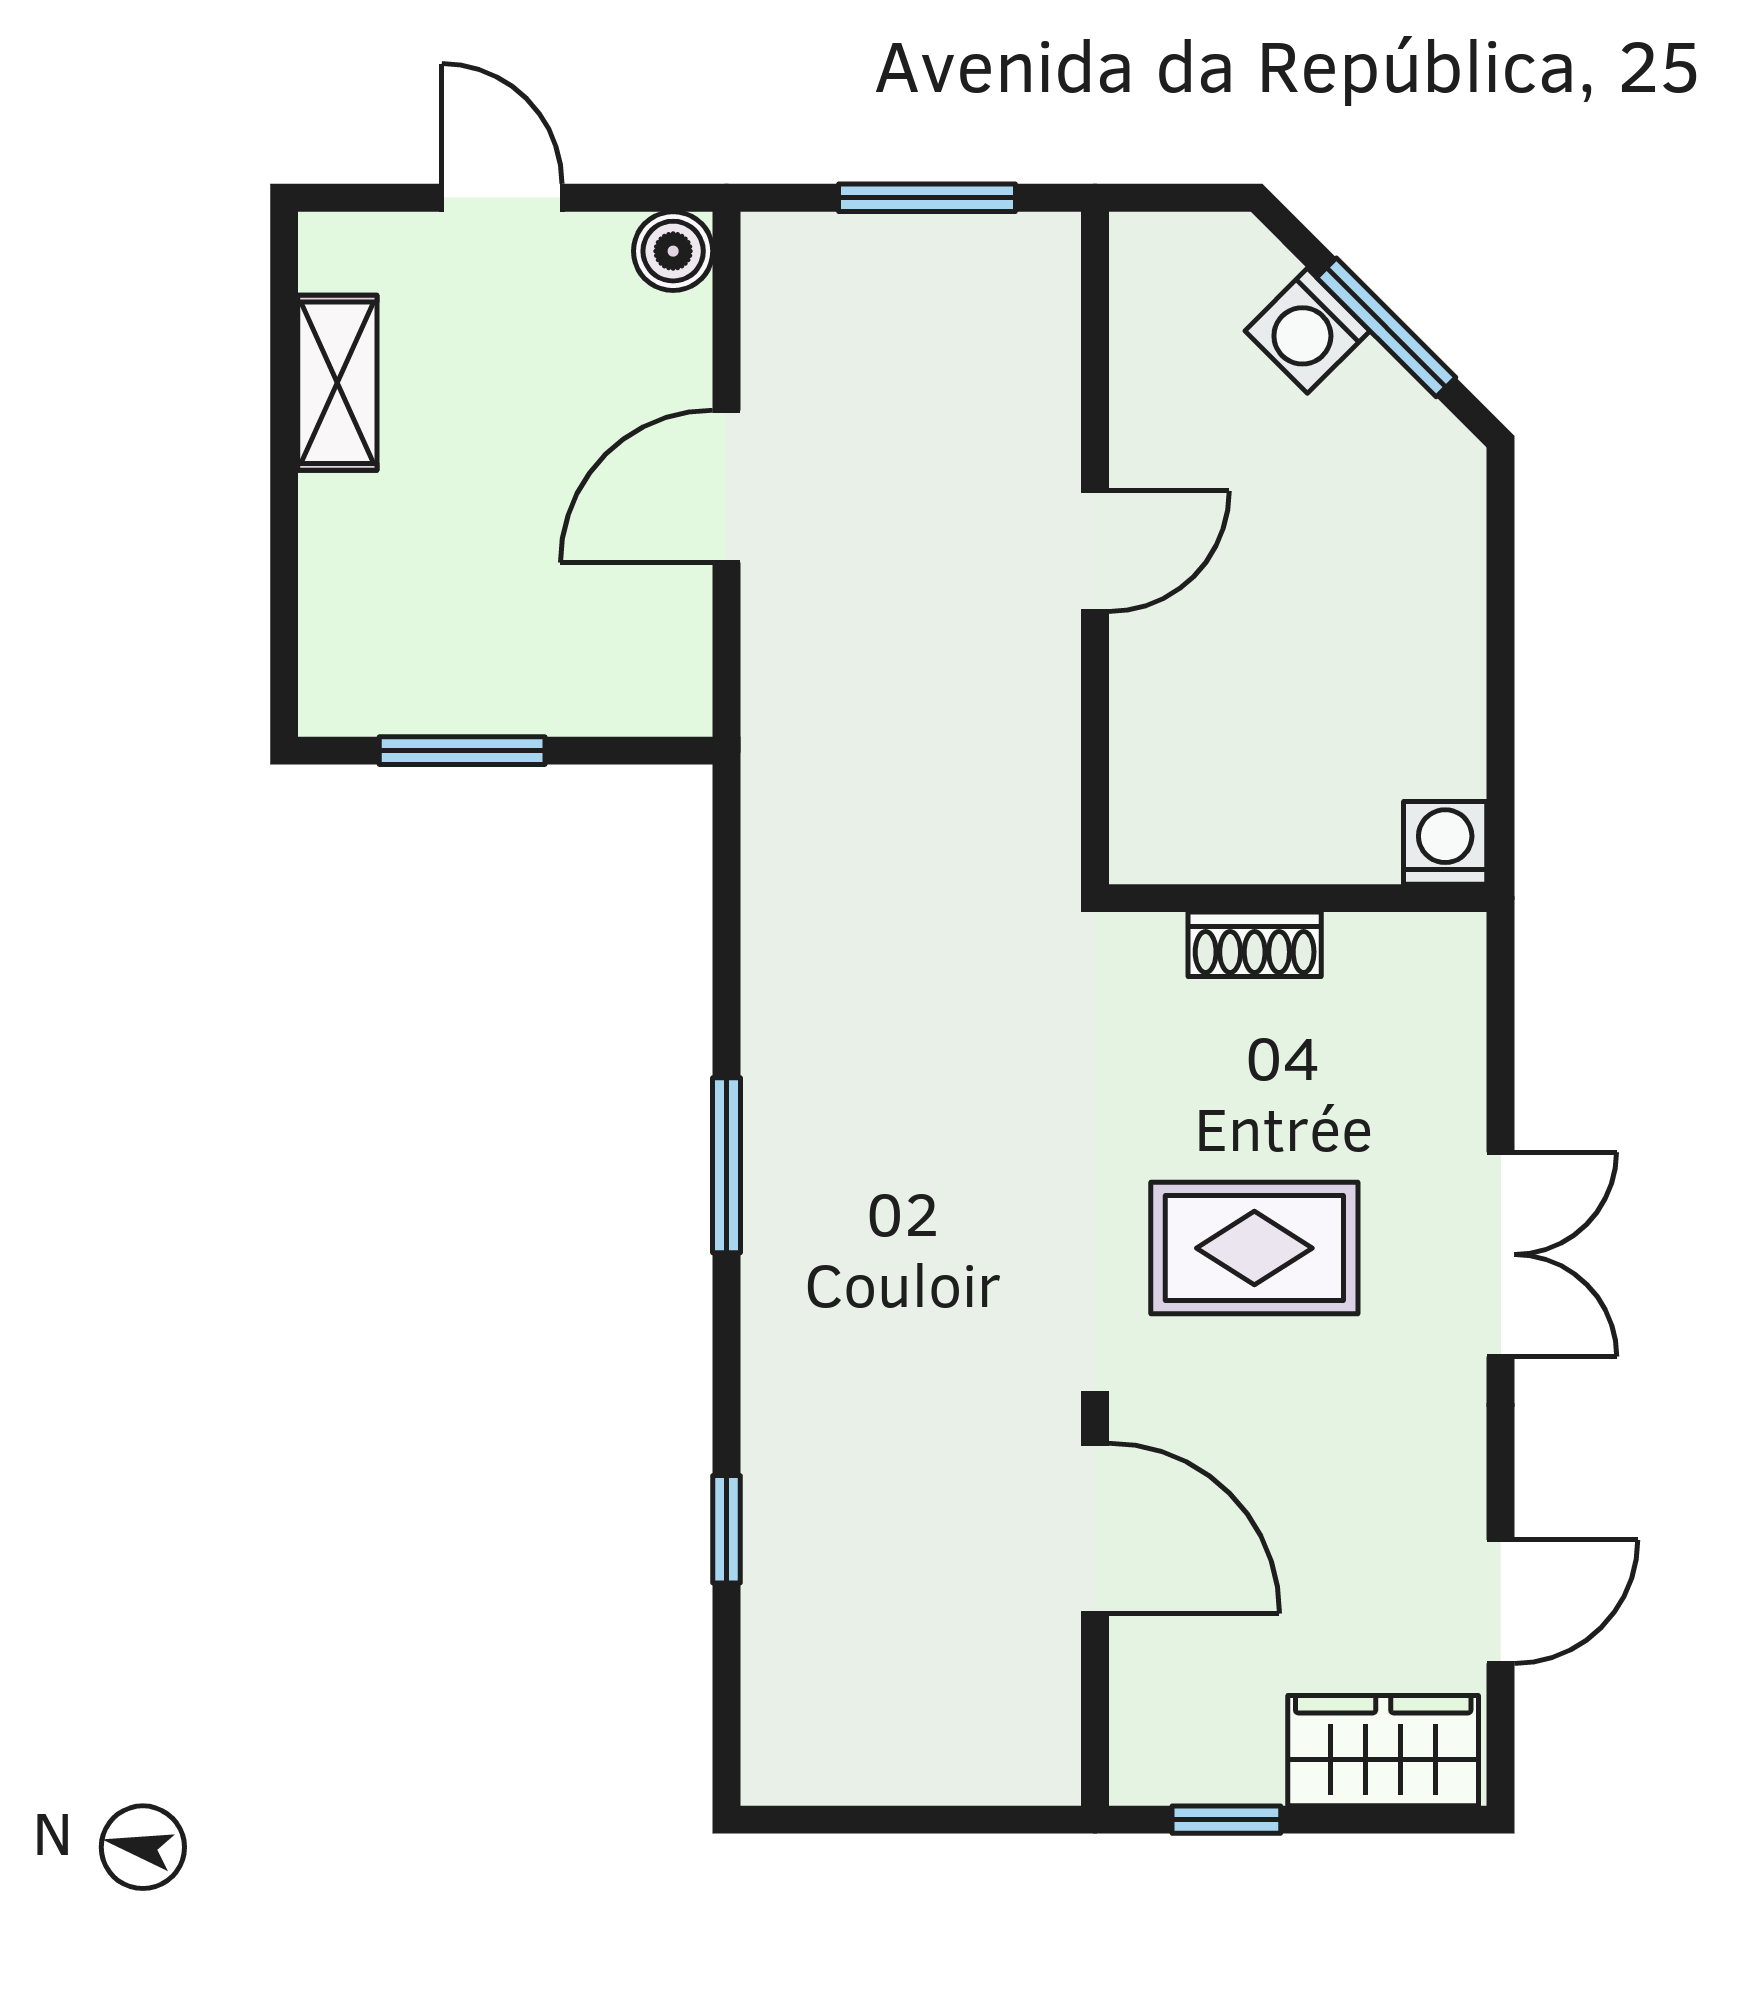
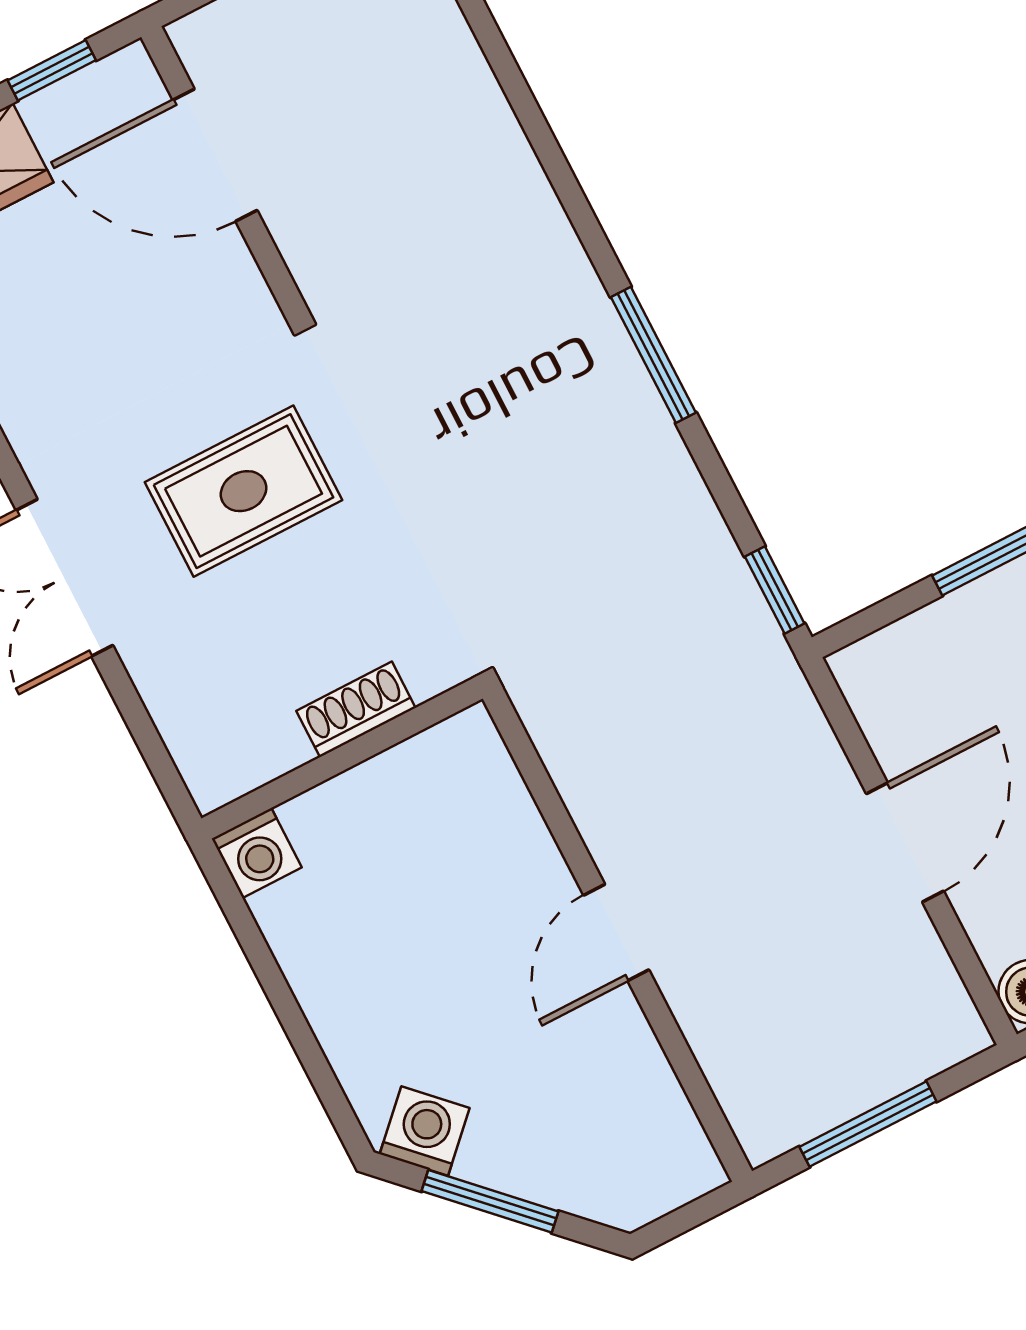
washing machine: (1307, 331) -> (425, 1131), moved
door: (1095, 1528) -> (215, 155), moved
window: (726, 1529) -> (775, 590), moved

